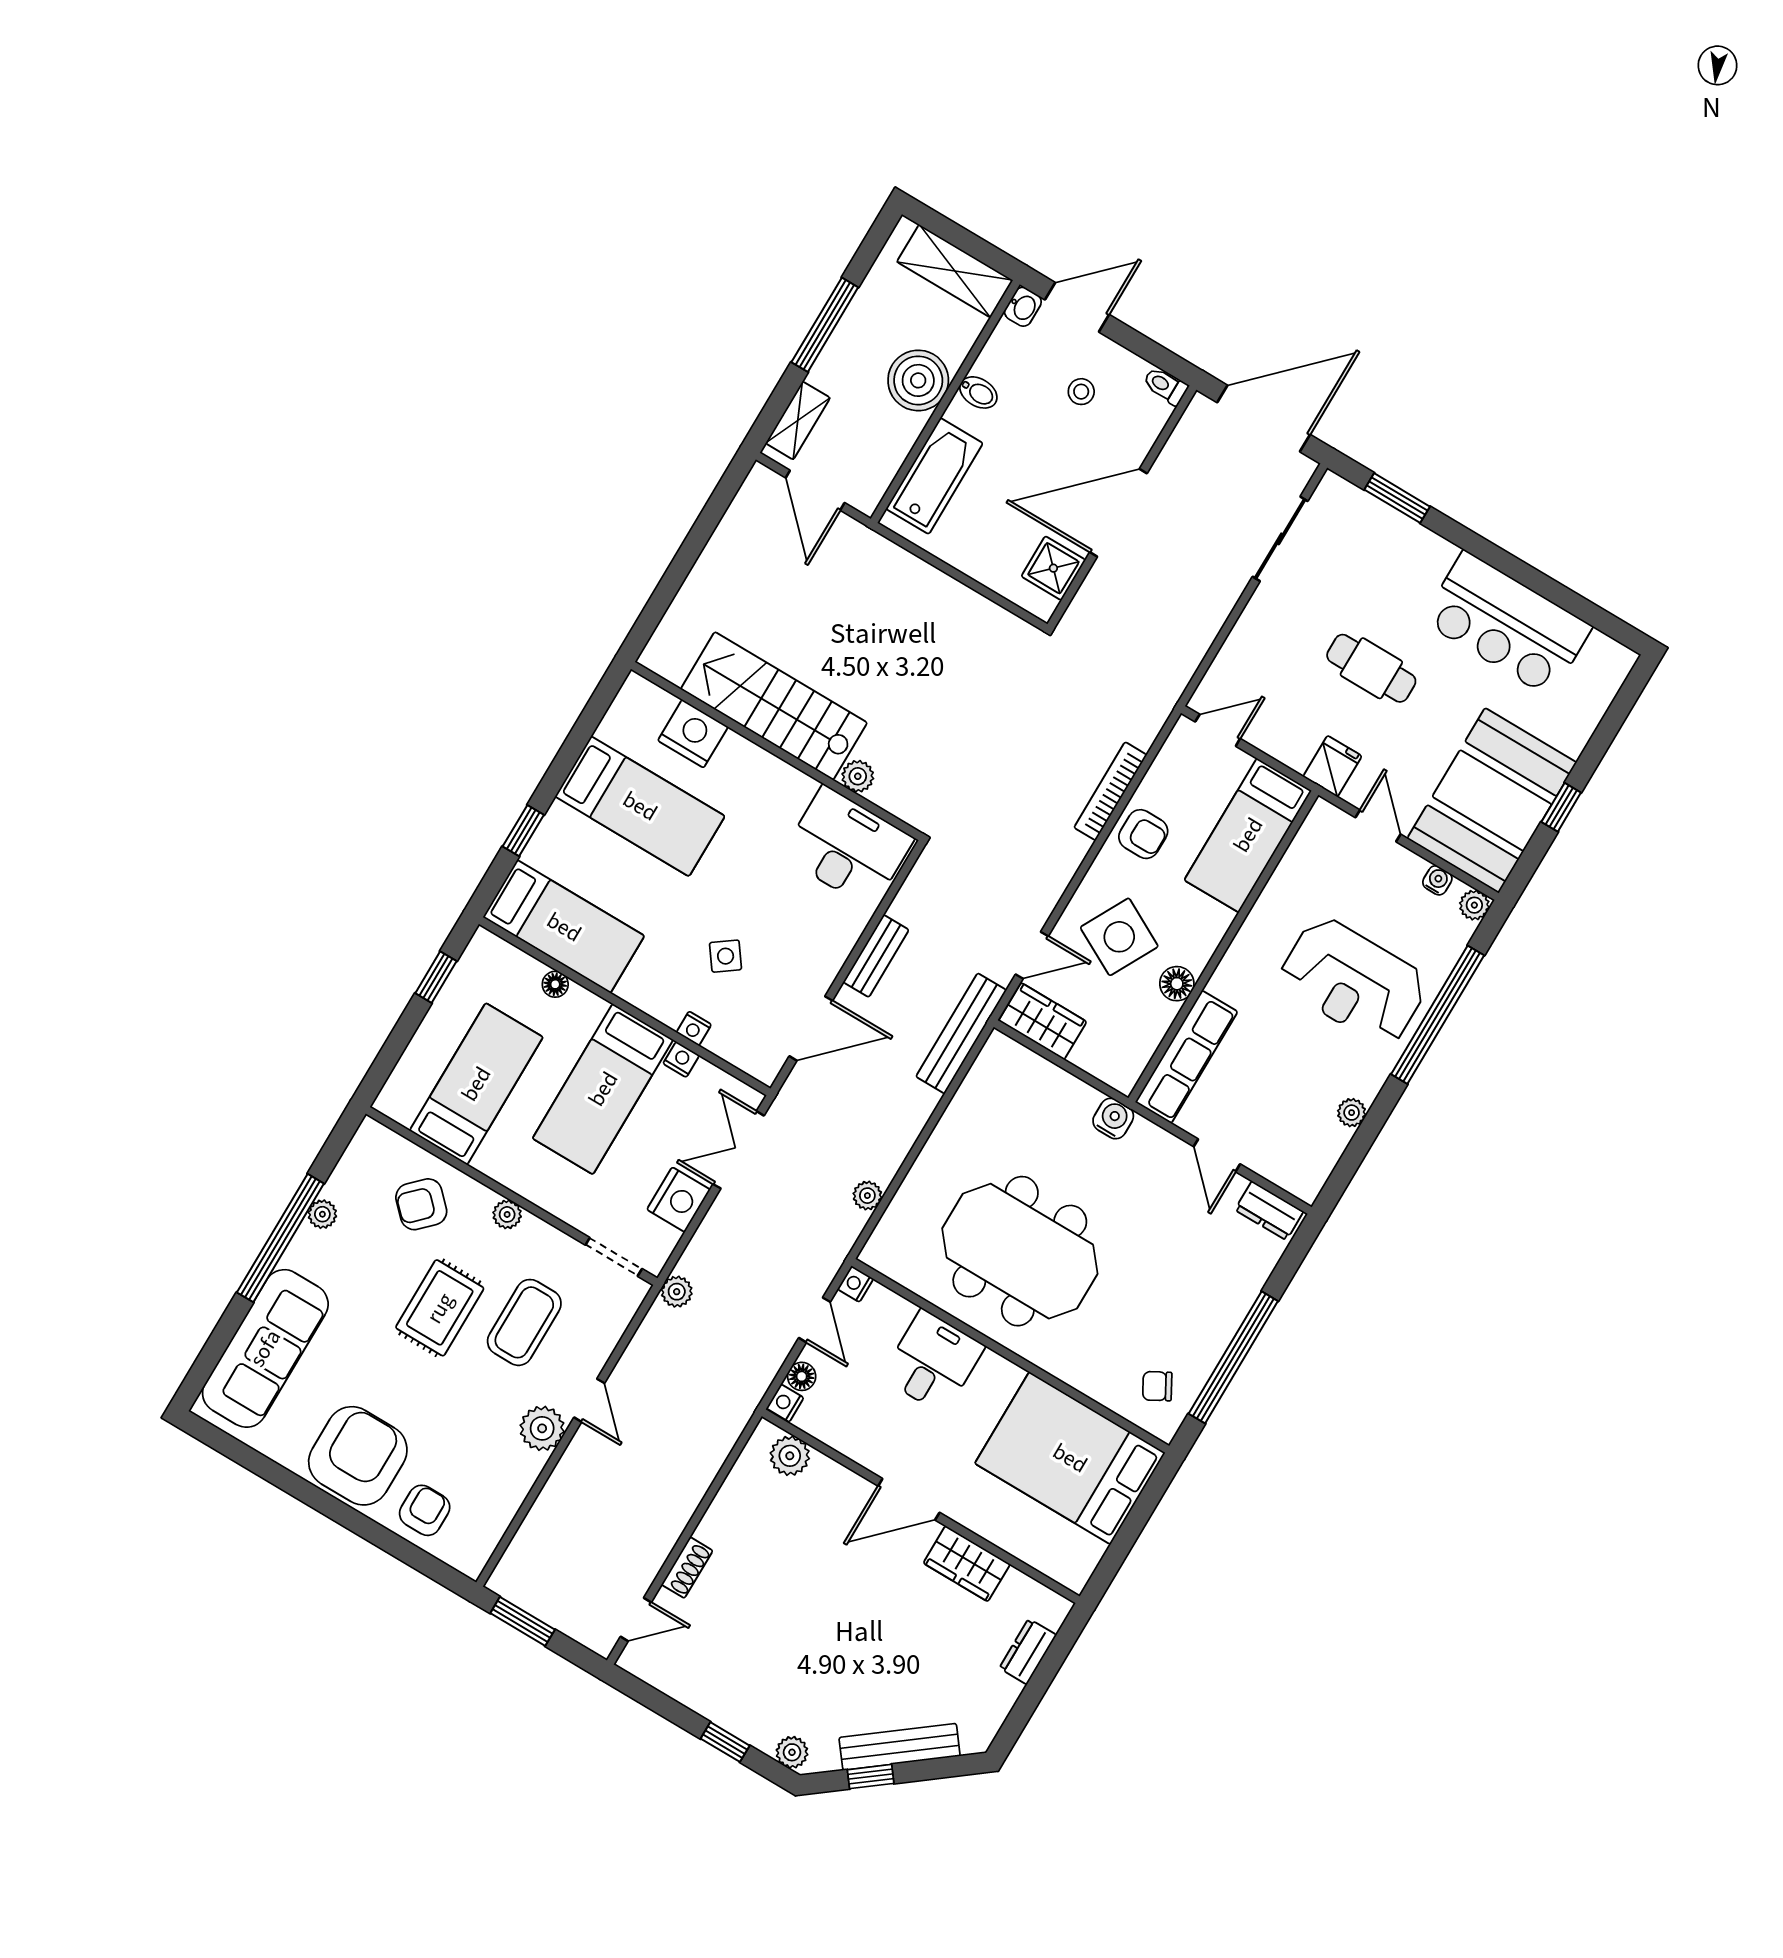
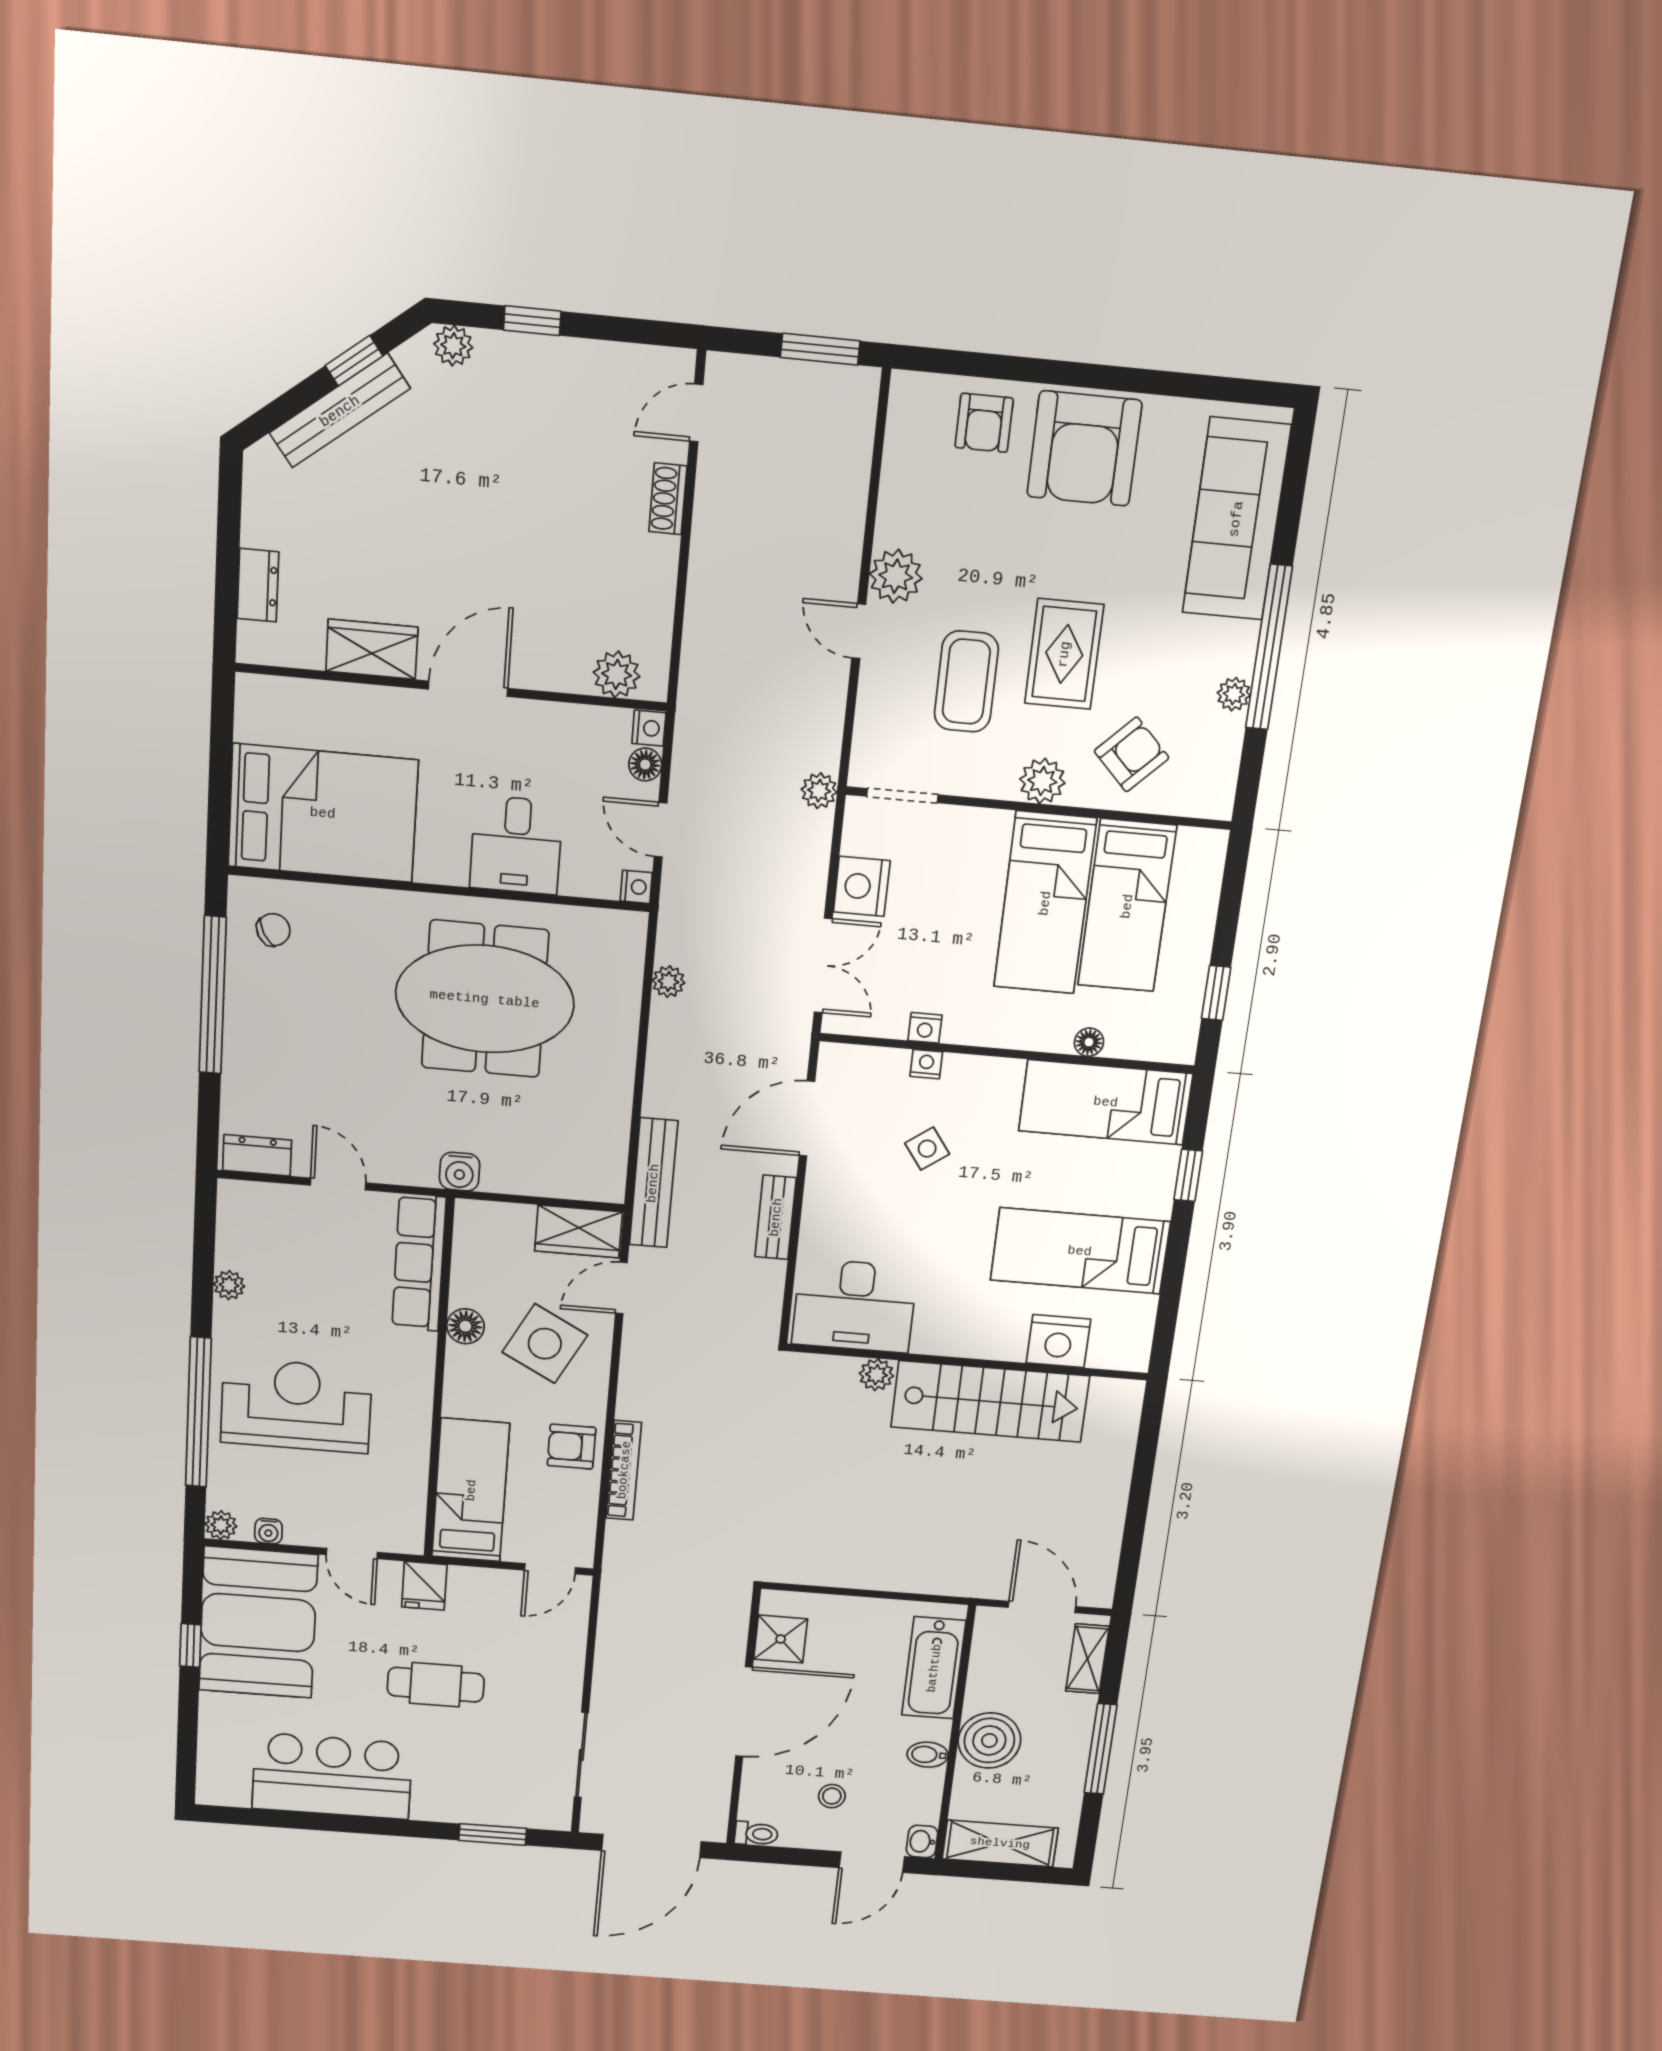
bed: (603, 1089) -> (1045, 903), moved, turned 180
plant: (507, 1214) -> (1042, 781), width x1.38, depth x1.38

